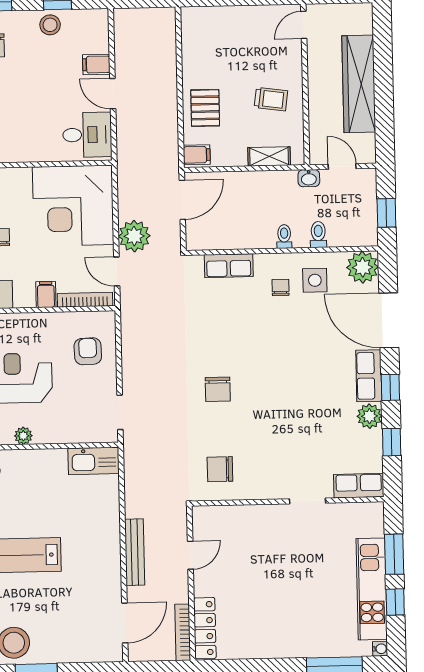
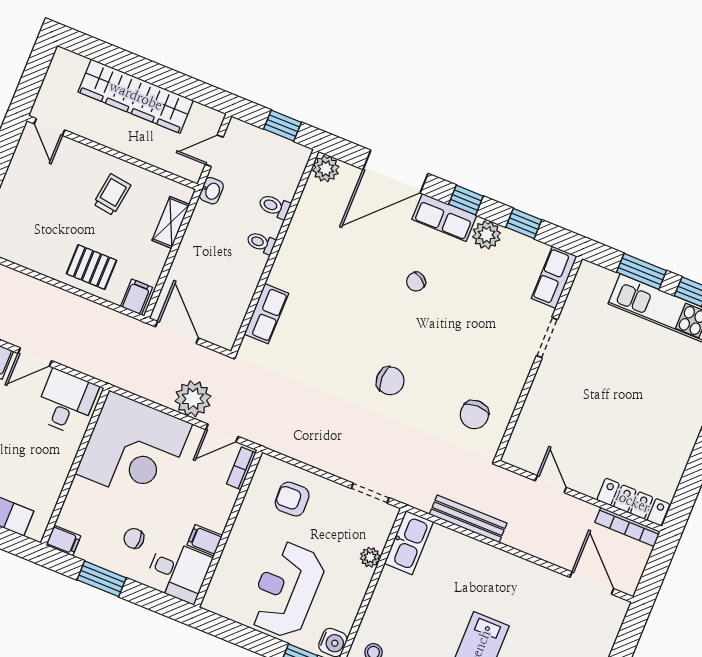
plant: (363, 267) -> (326, 169), width x0.73, depth x0.73
side table: (315, 280) -> (320, 230), removed
chair: (281, 287) -> (416, 282), moved, turned -57
filing cabinet: (46, 295) -> (205, 540), moved
bookcase: (85, 300) -> (241, 468), width x0.64
plant: (23, 436) -> (370, 557), moved
bench: (135, 552) -> (468, 519), moved

